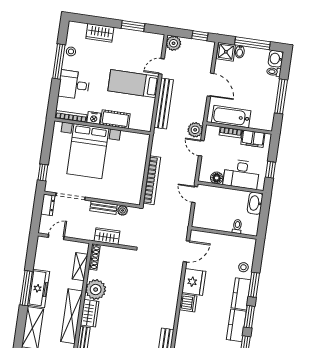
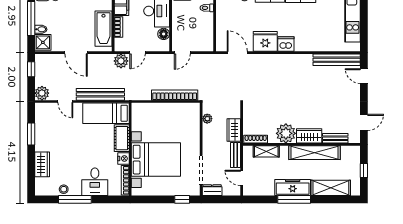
bed: (133, 84) -> (106, 113), moved, turned 90
door: (210, 85) -> (76, 53), swing flipped
bench: (104, 208) -> (236, 155), moved

